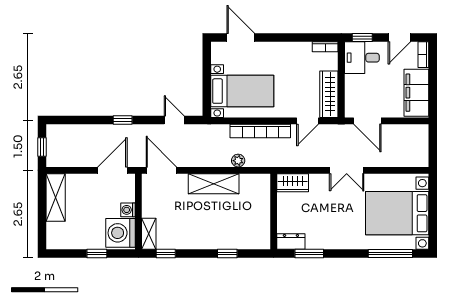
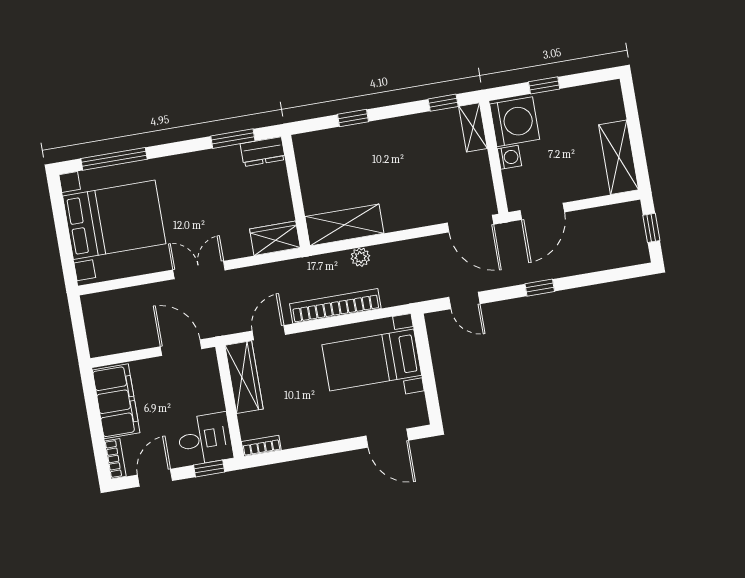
shelving: (214, 184) -> (344, 225), moved

